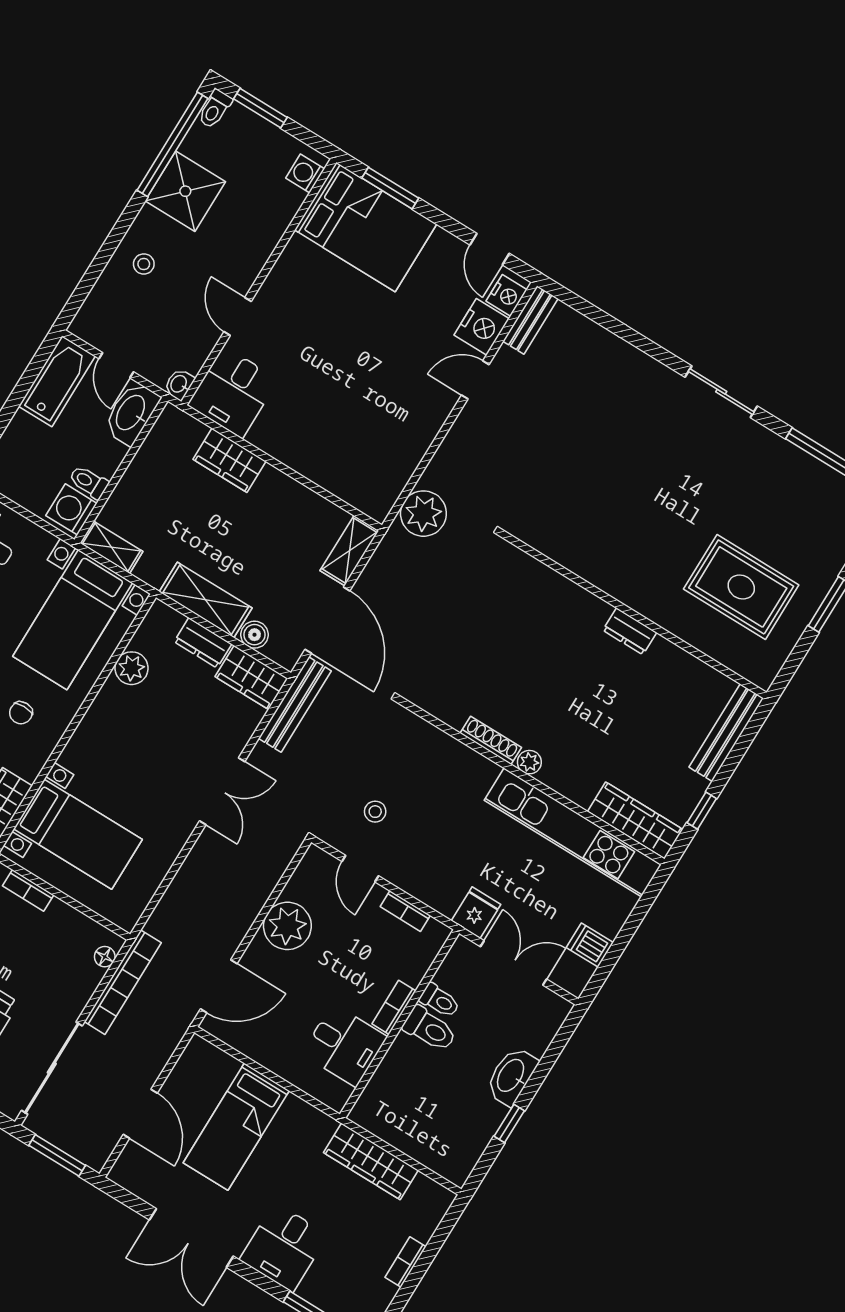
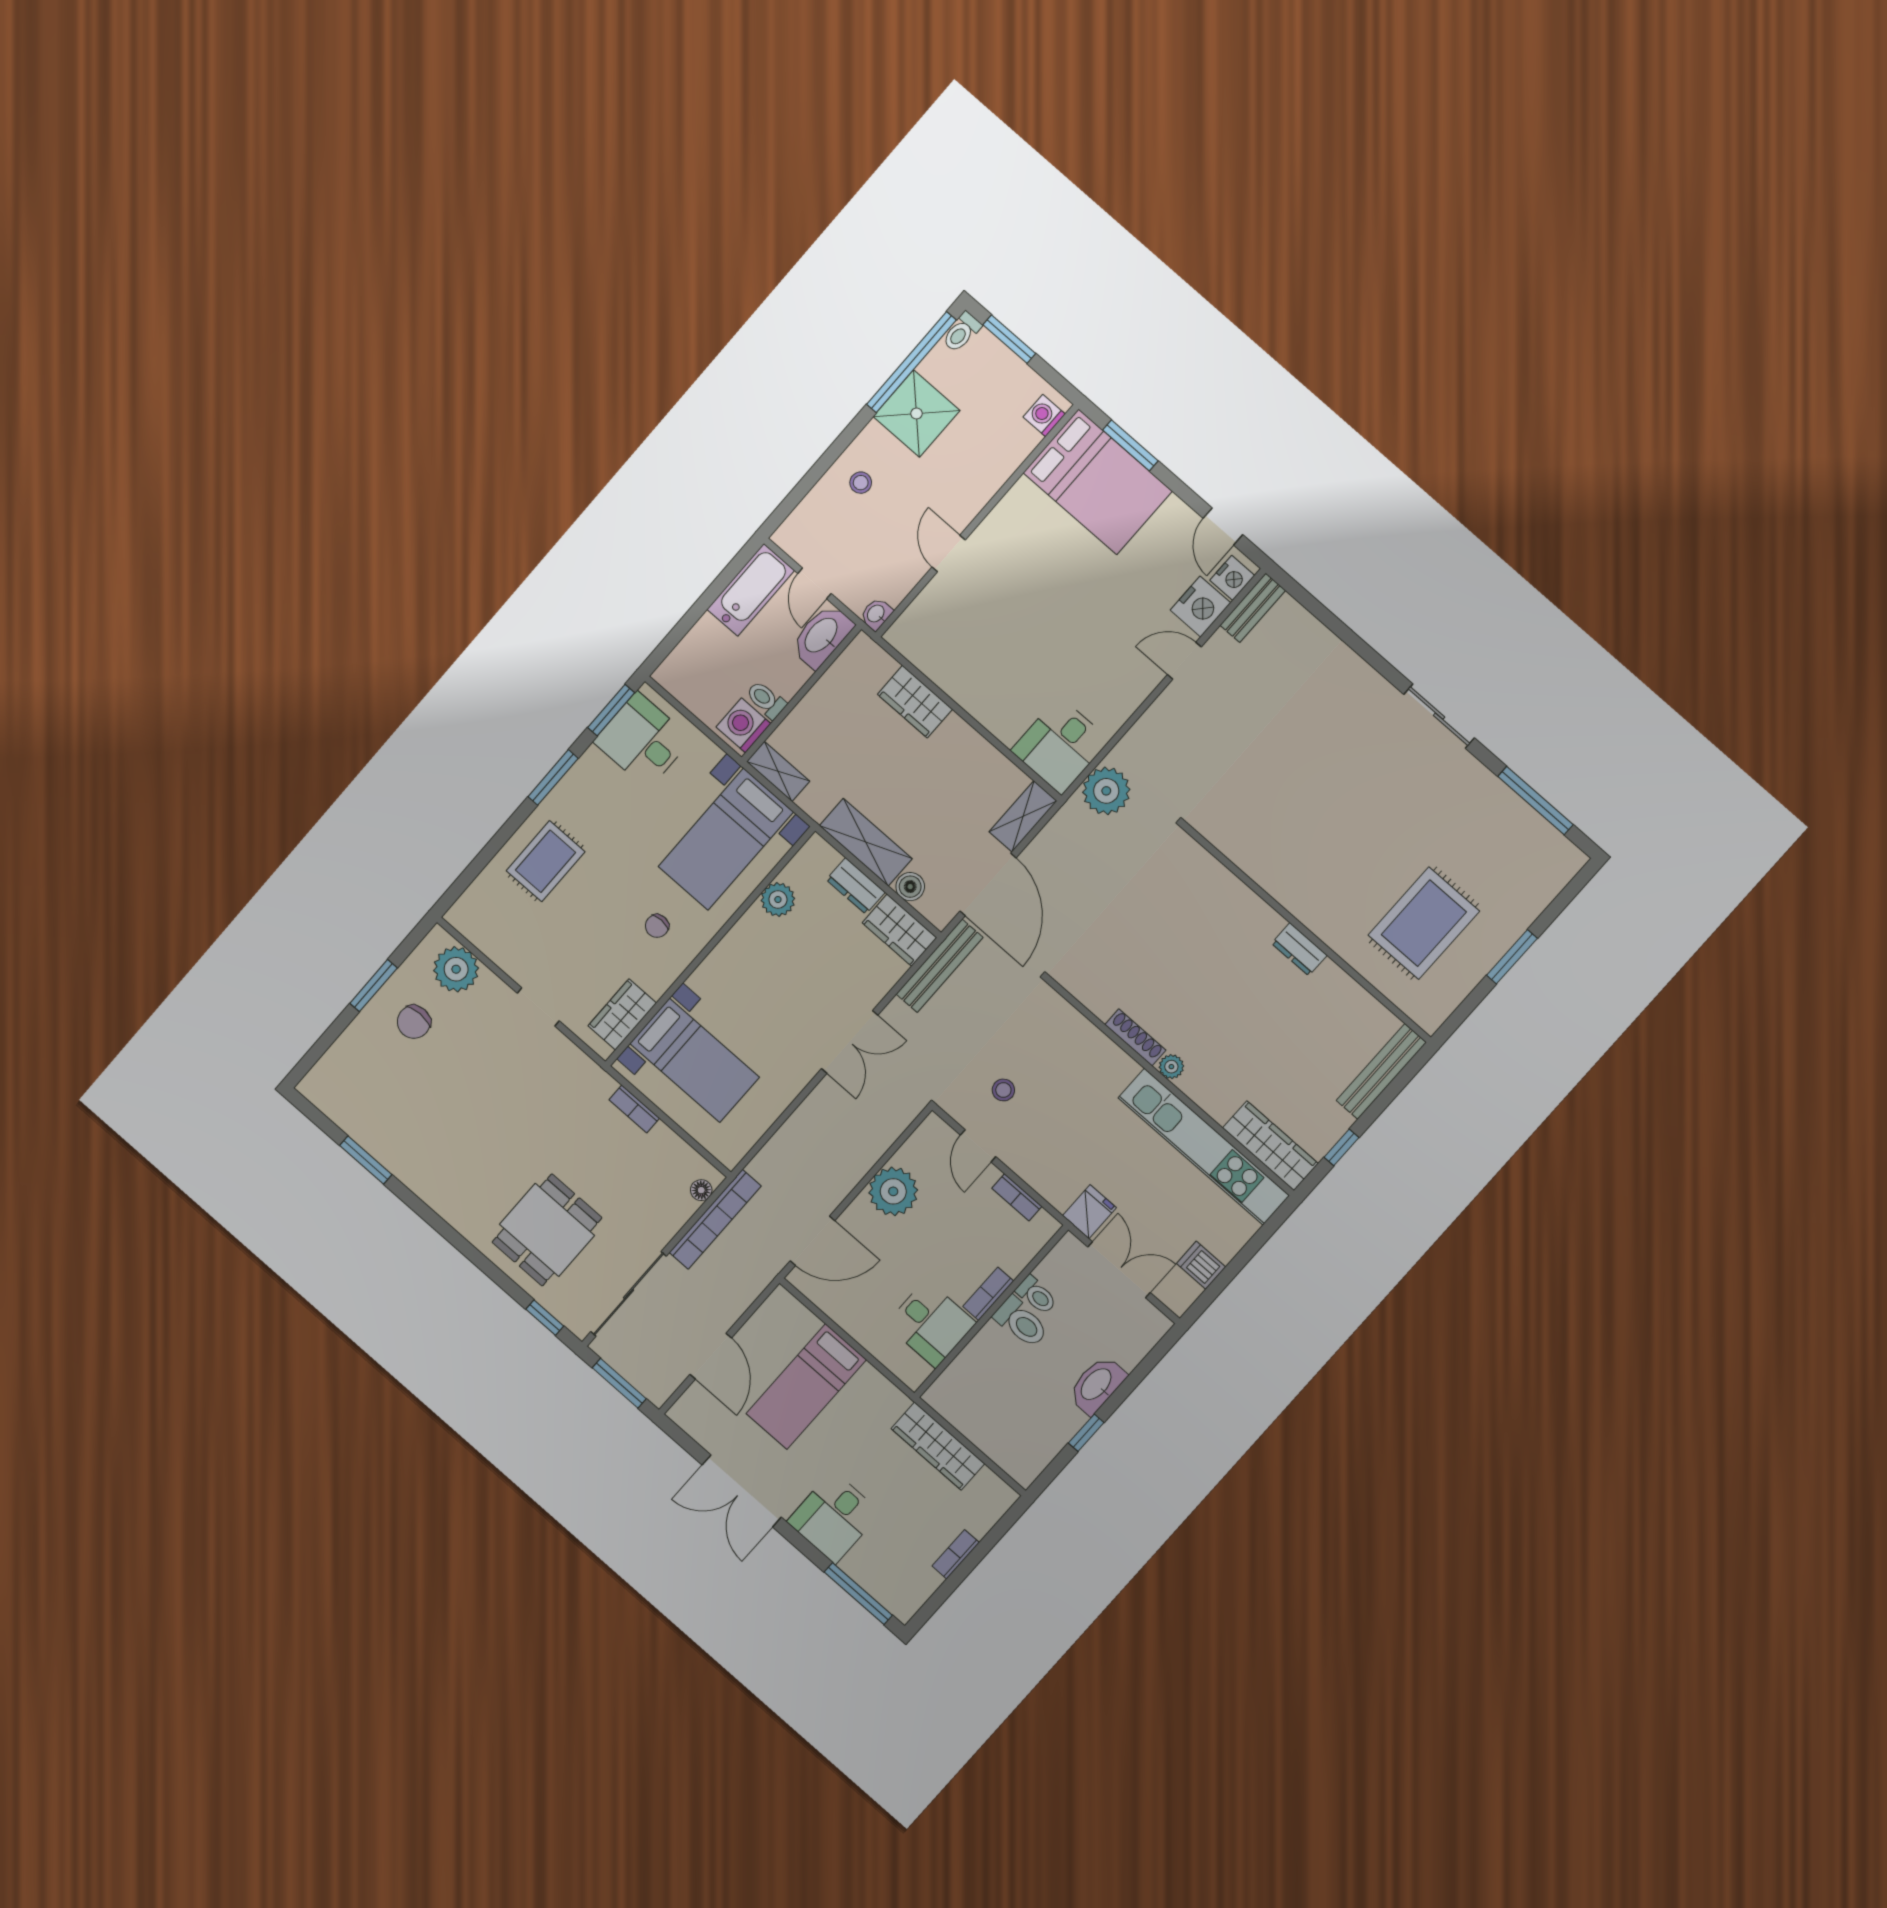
desk: (233, 392) -> (1060, 745), moved
rug: (741, 587) -> (1424, 923), turned 90

